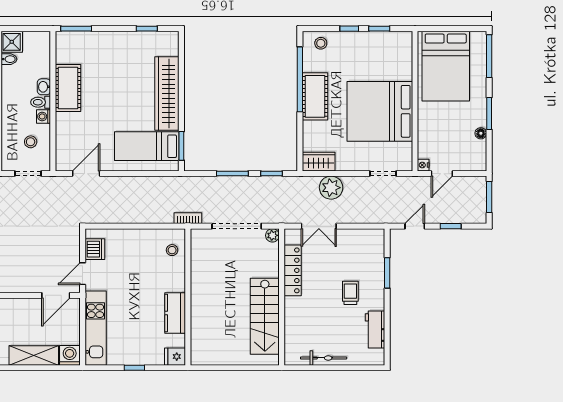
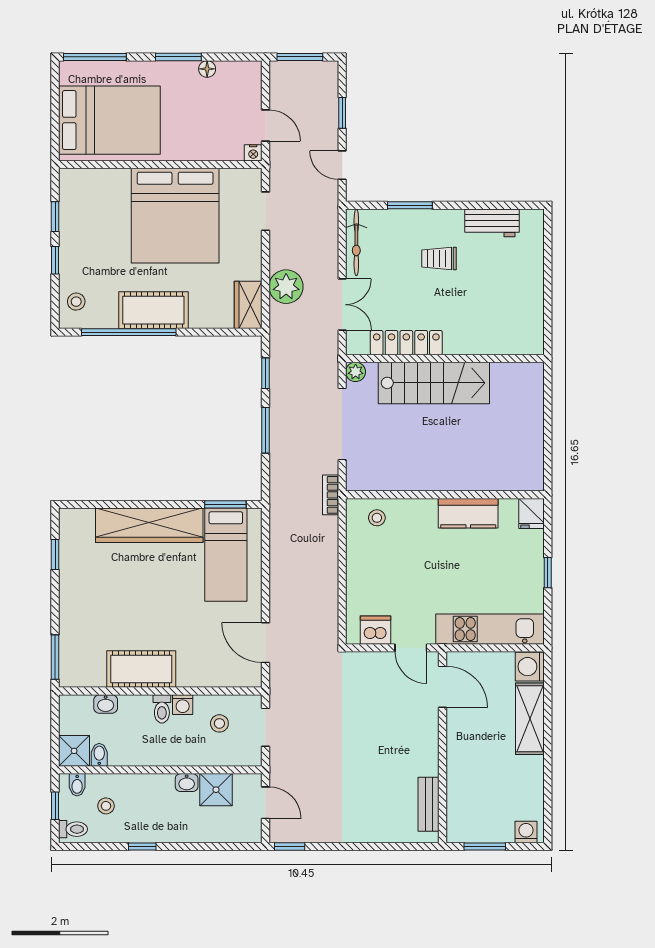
washbasin: (44, 87) -> (106, 704), moved
stairs: (265, 316) -> (434, 383), moved
bicycle: (324, 358) -> (356, 242), moved, turned 180

